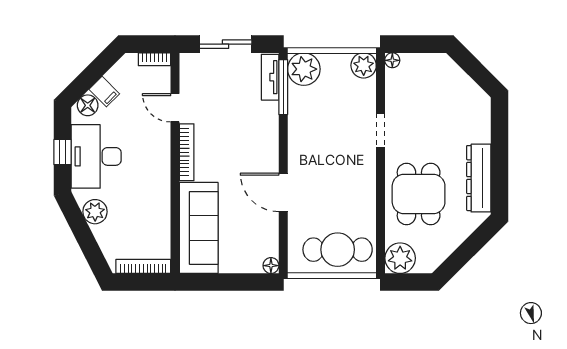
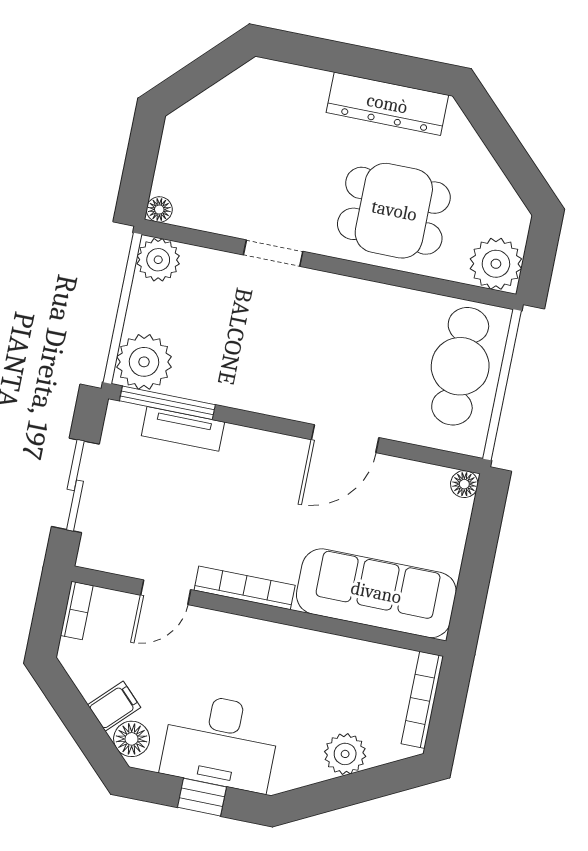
tv unit: (270, 77) -> (183, 429), moved
plant: (95, 212) -> (345, 754), moved

